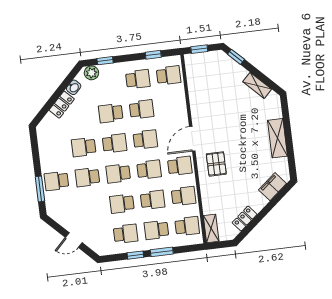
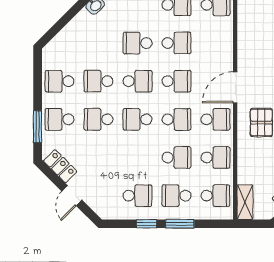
locker: (62, 105) -> (60, 166), moved, turned -90
school desk: (122, 204) -> (59, 81), moved
door: (74, 240) -> (72, 196), hinge flipped

